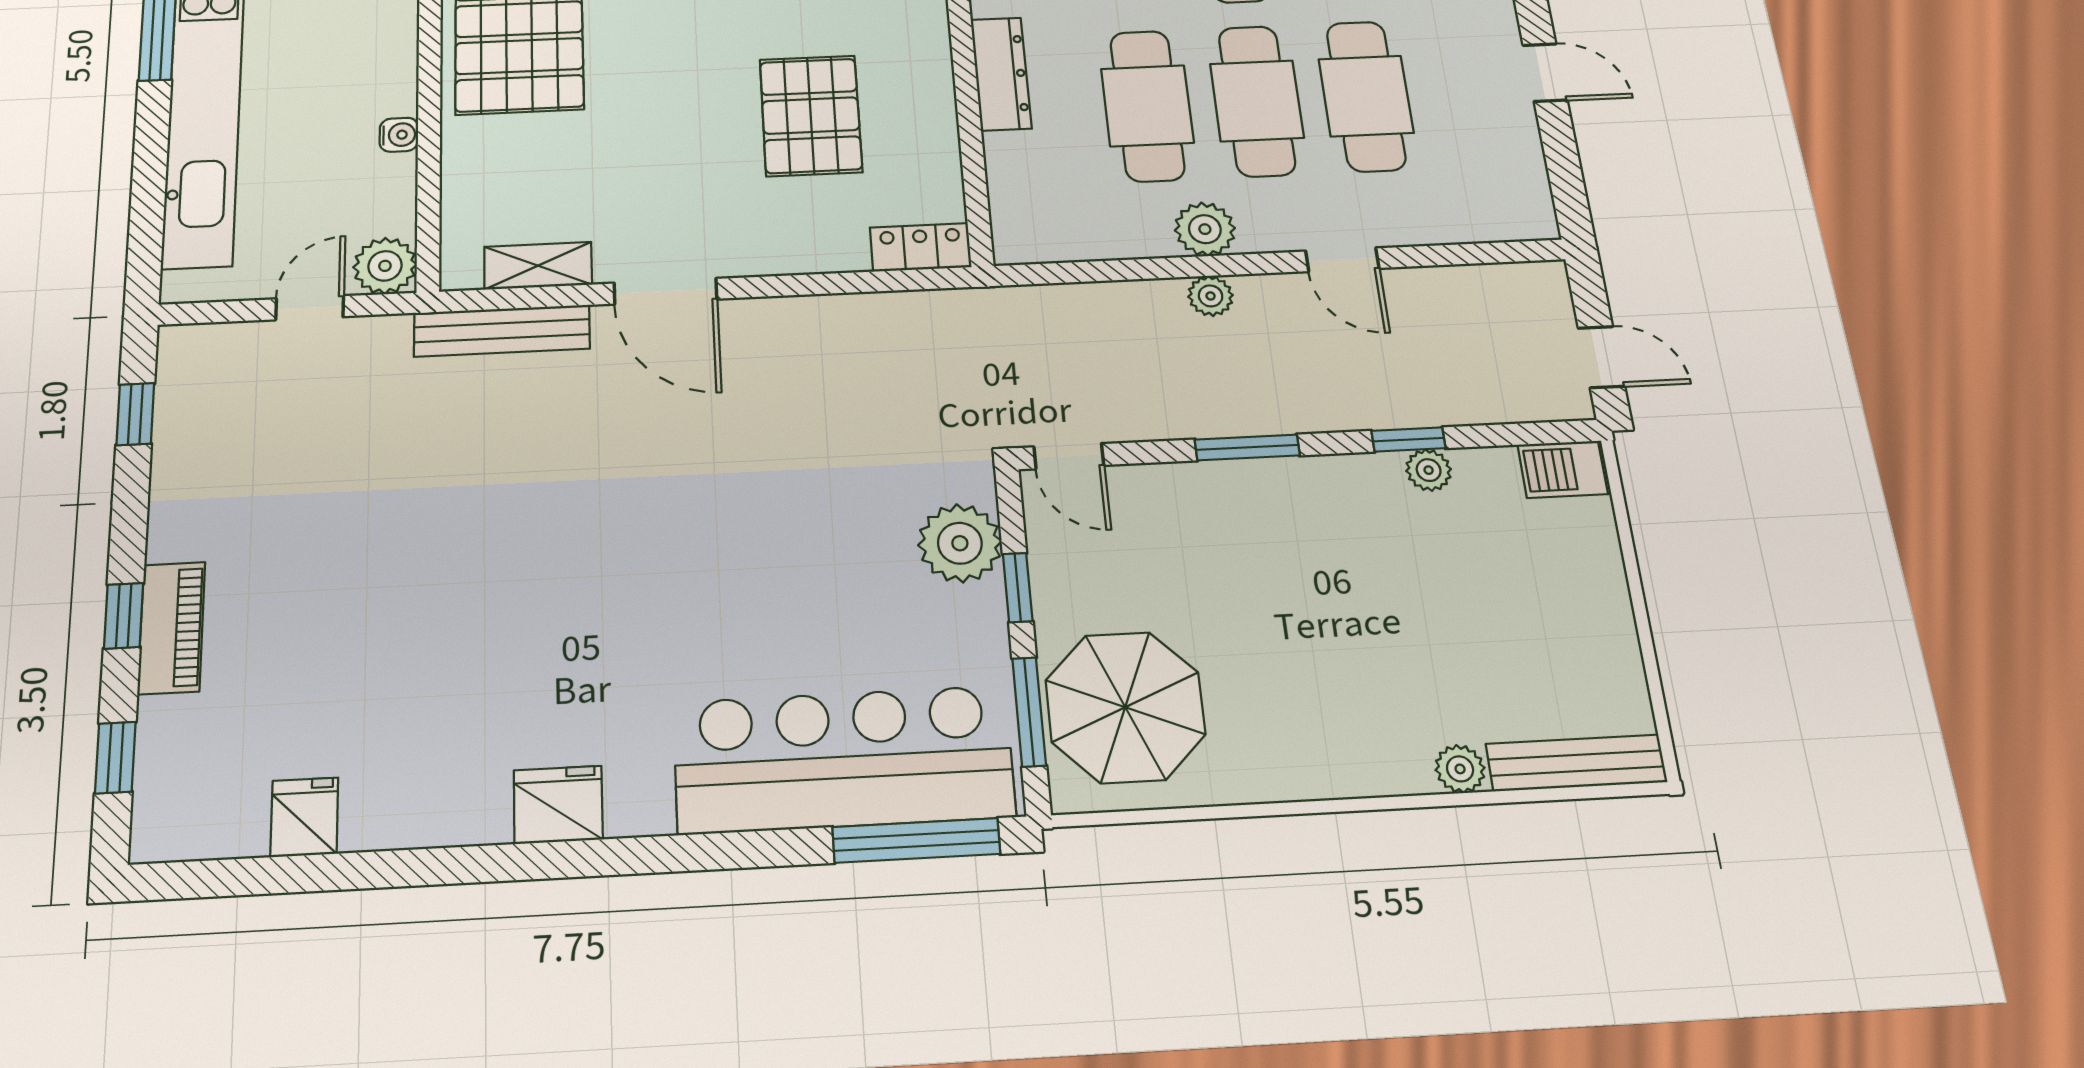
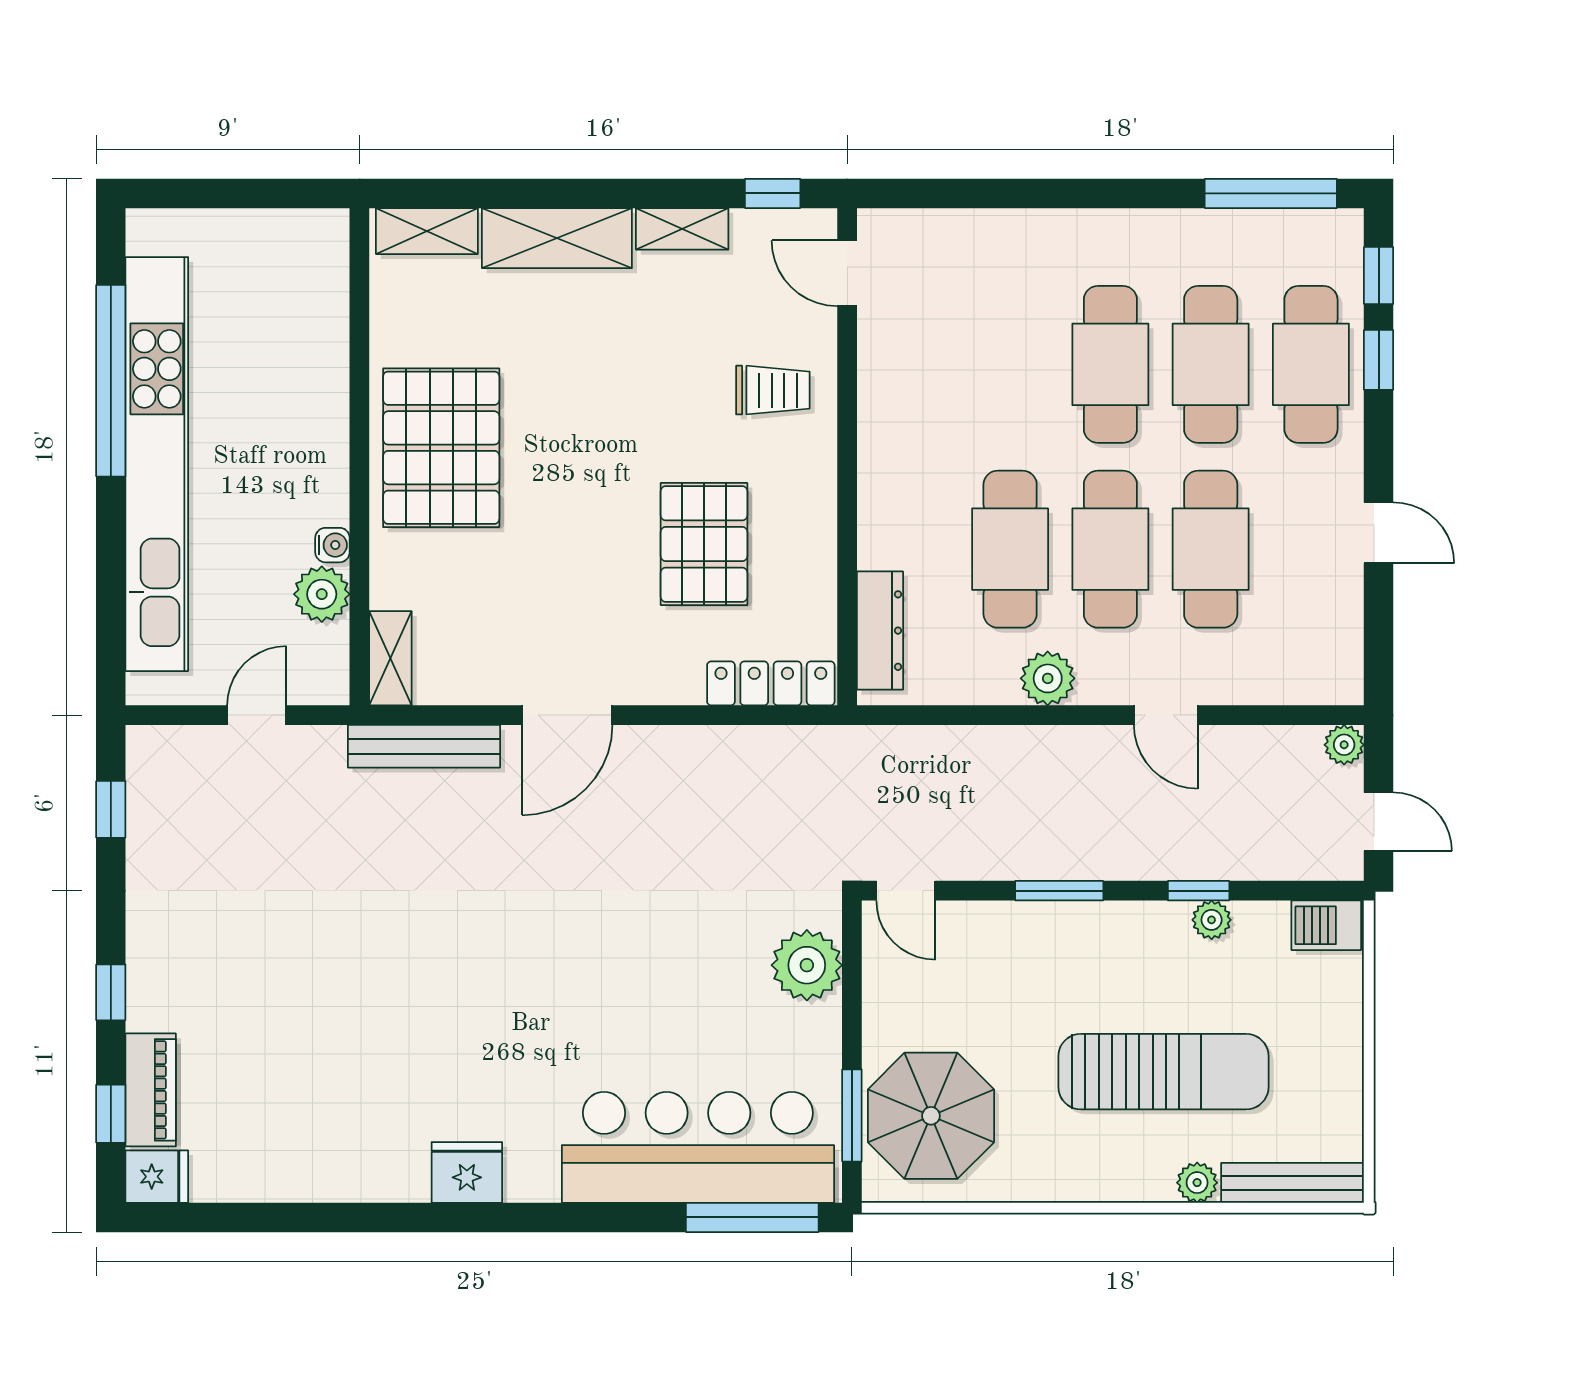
dresser: (1001, 74) -> (880, 631), moved
locker: (921, 247) -> (771, 683), width x1.53
plant: (385, 266) -> (322, 594), moved
shelving: (538, 266) -> (390, 658), moved, turned 90
door: (666, 291) -> (567, 715), hinge flipped
plant: (1211, 296) -> (1344, 745), moved
window: (1018, 587) -> (852, 1007), removed
piano: (171, 628) -> (151, 1090), moved
sun lounger: (1399, 642) -> (1163, 1072), added
fridge: (304, 817) -> (157, 1177), moved, turned 90

